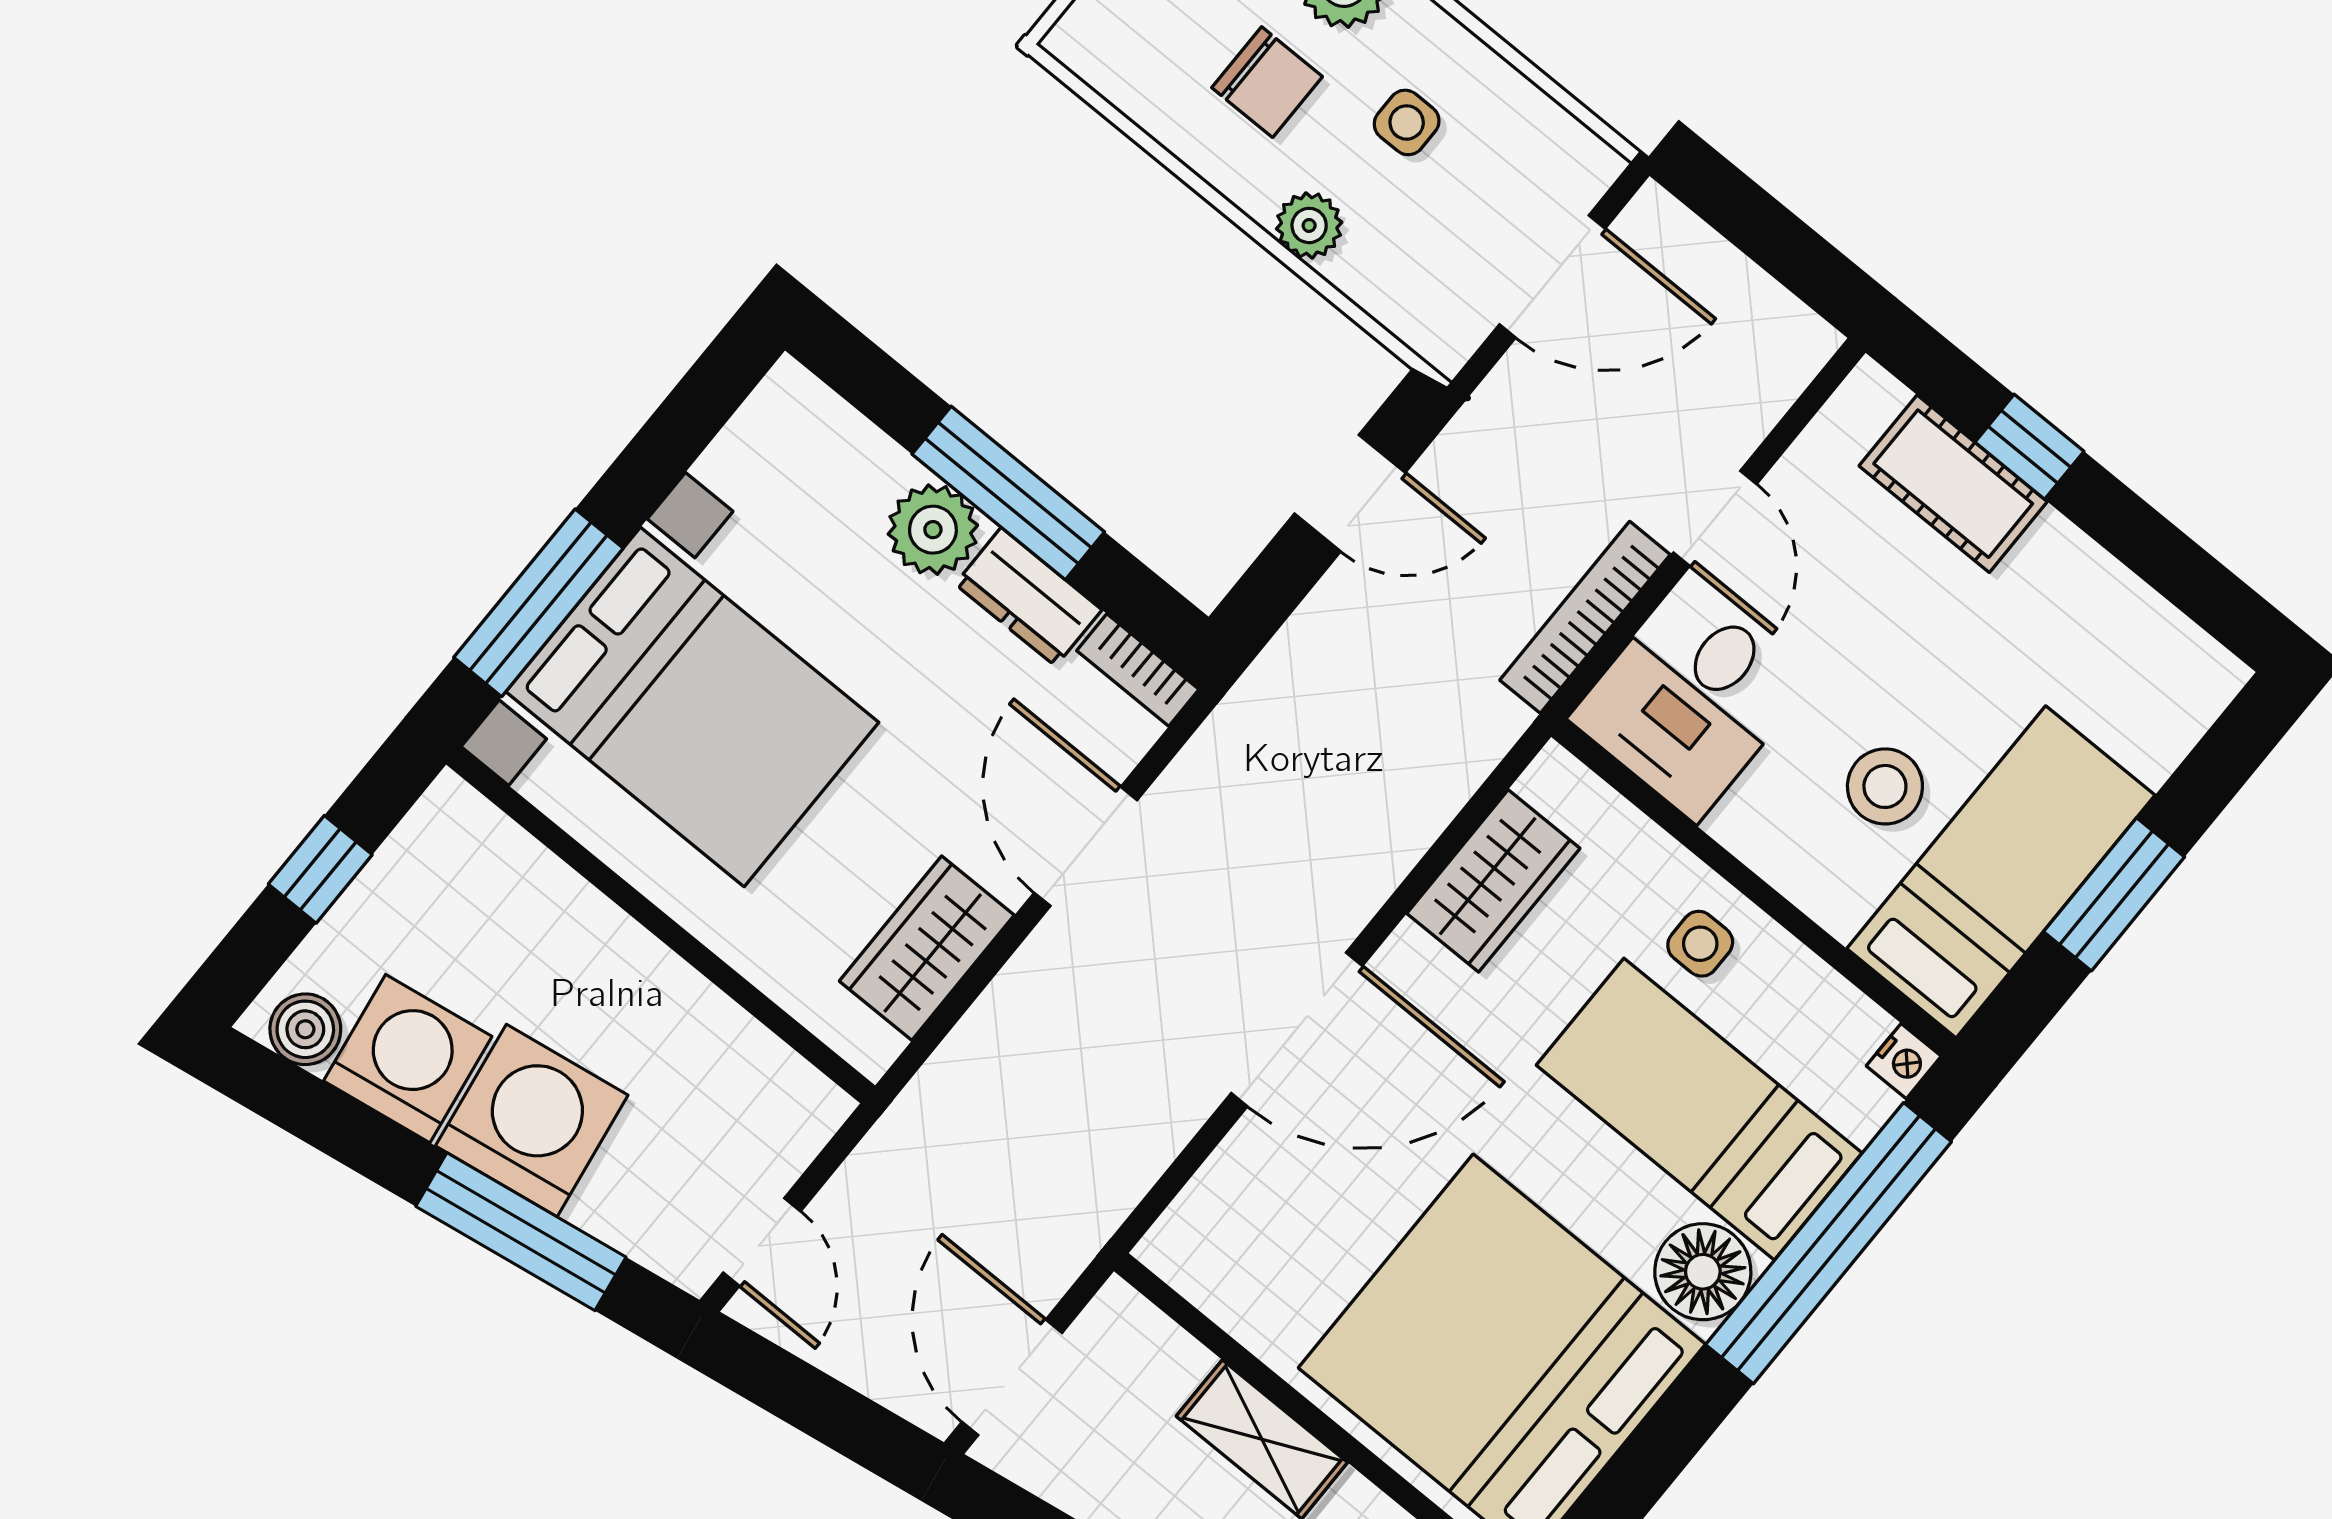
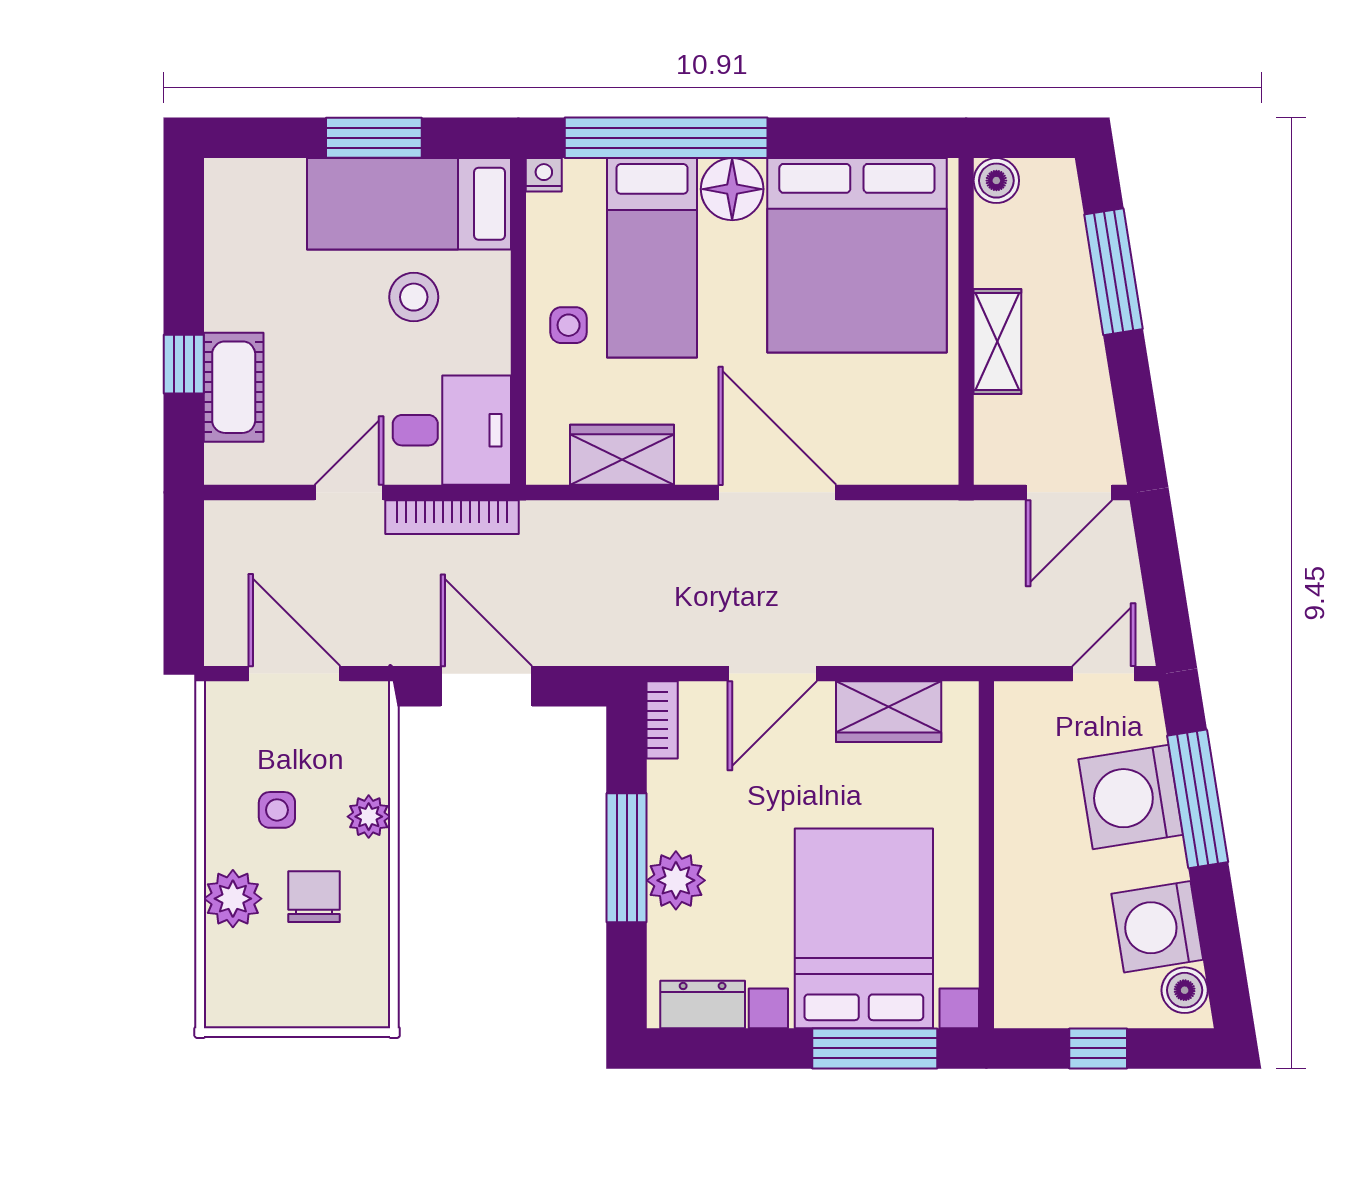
door: (1350, 493) -> (486, 686), width x1.38
dresser: (1028, 597) -> (703, 1005), moved, turned -90
washing machine: (532, 1121) -> (1131, 797), moved

